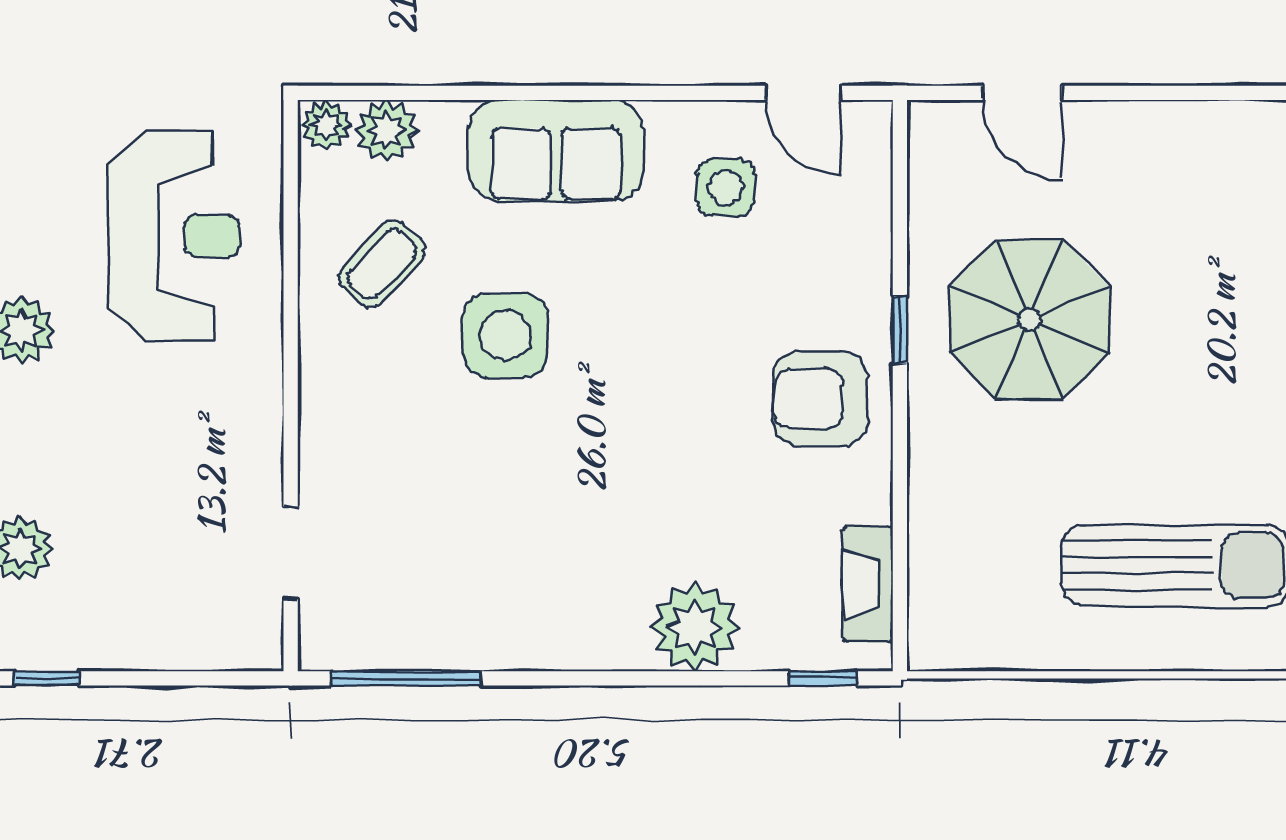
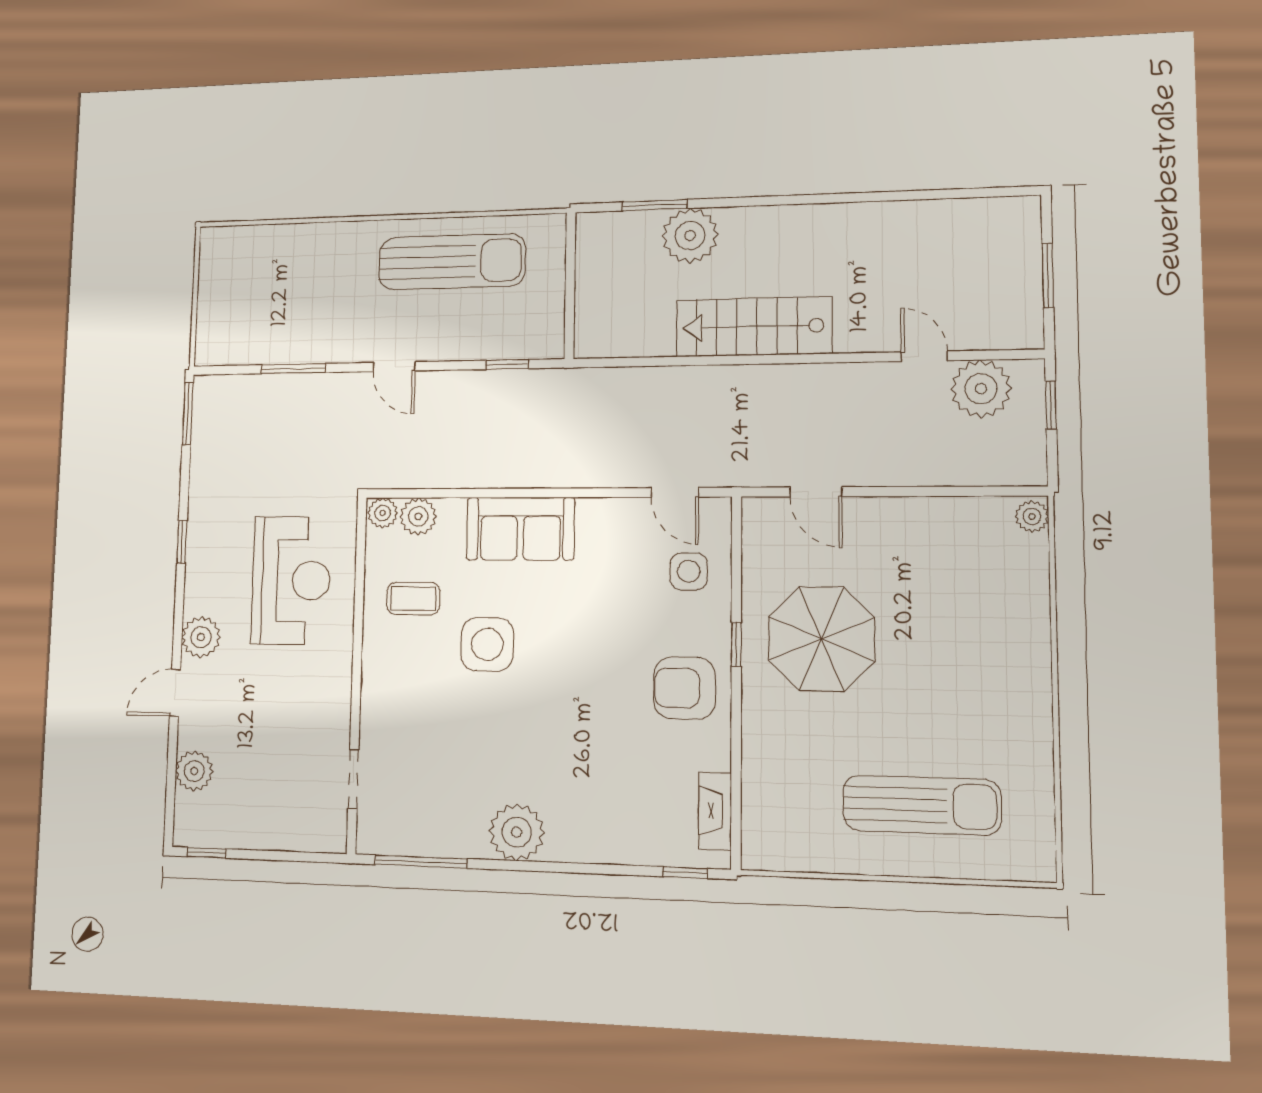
side table: (726, 188) -> (689, 571), moved
coffee table: (382, 264) -> (413, 599), turned 47
plant: (694, 627) -> (517, 832), moved

